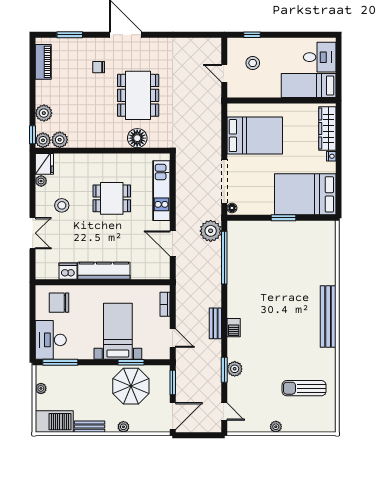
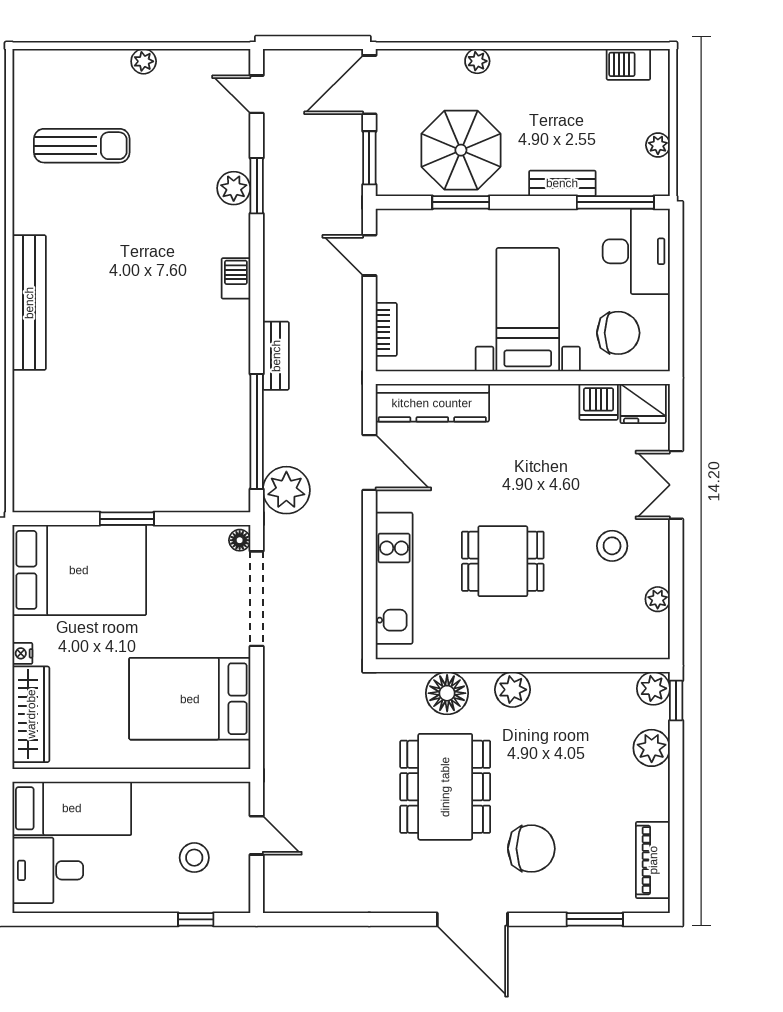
chair: (99, 67) -> (531, 849), width x1.87, depth x1.87
plant: (60, 140) -> (513, 690), moved
fridge: (44, 164) -> (643, 403), moved, turned -90
kitchen counter: (104, 271) -> (432, 403), moved
bench: (215, 323) -> (276, 356), moved
bed with nightstands: (118, 331) -> (528, 310), moved, turned 180
barbecue: (54, 422) -> (628, 64), width x0.53, depth x0.65
bench: (89, 427) -> (562, 183), moved

